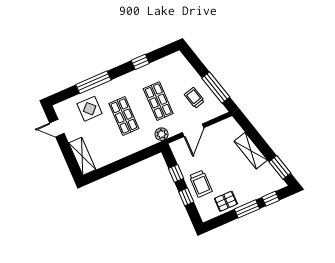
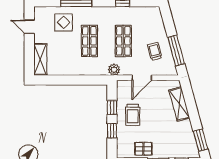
shelving: (251, 151) -> (179, 104), moved
trolley: (201, 184) -> (133, 115), moved

